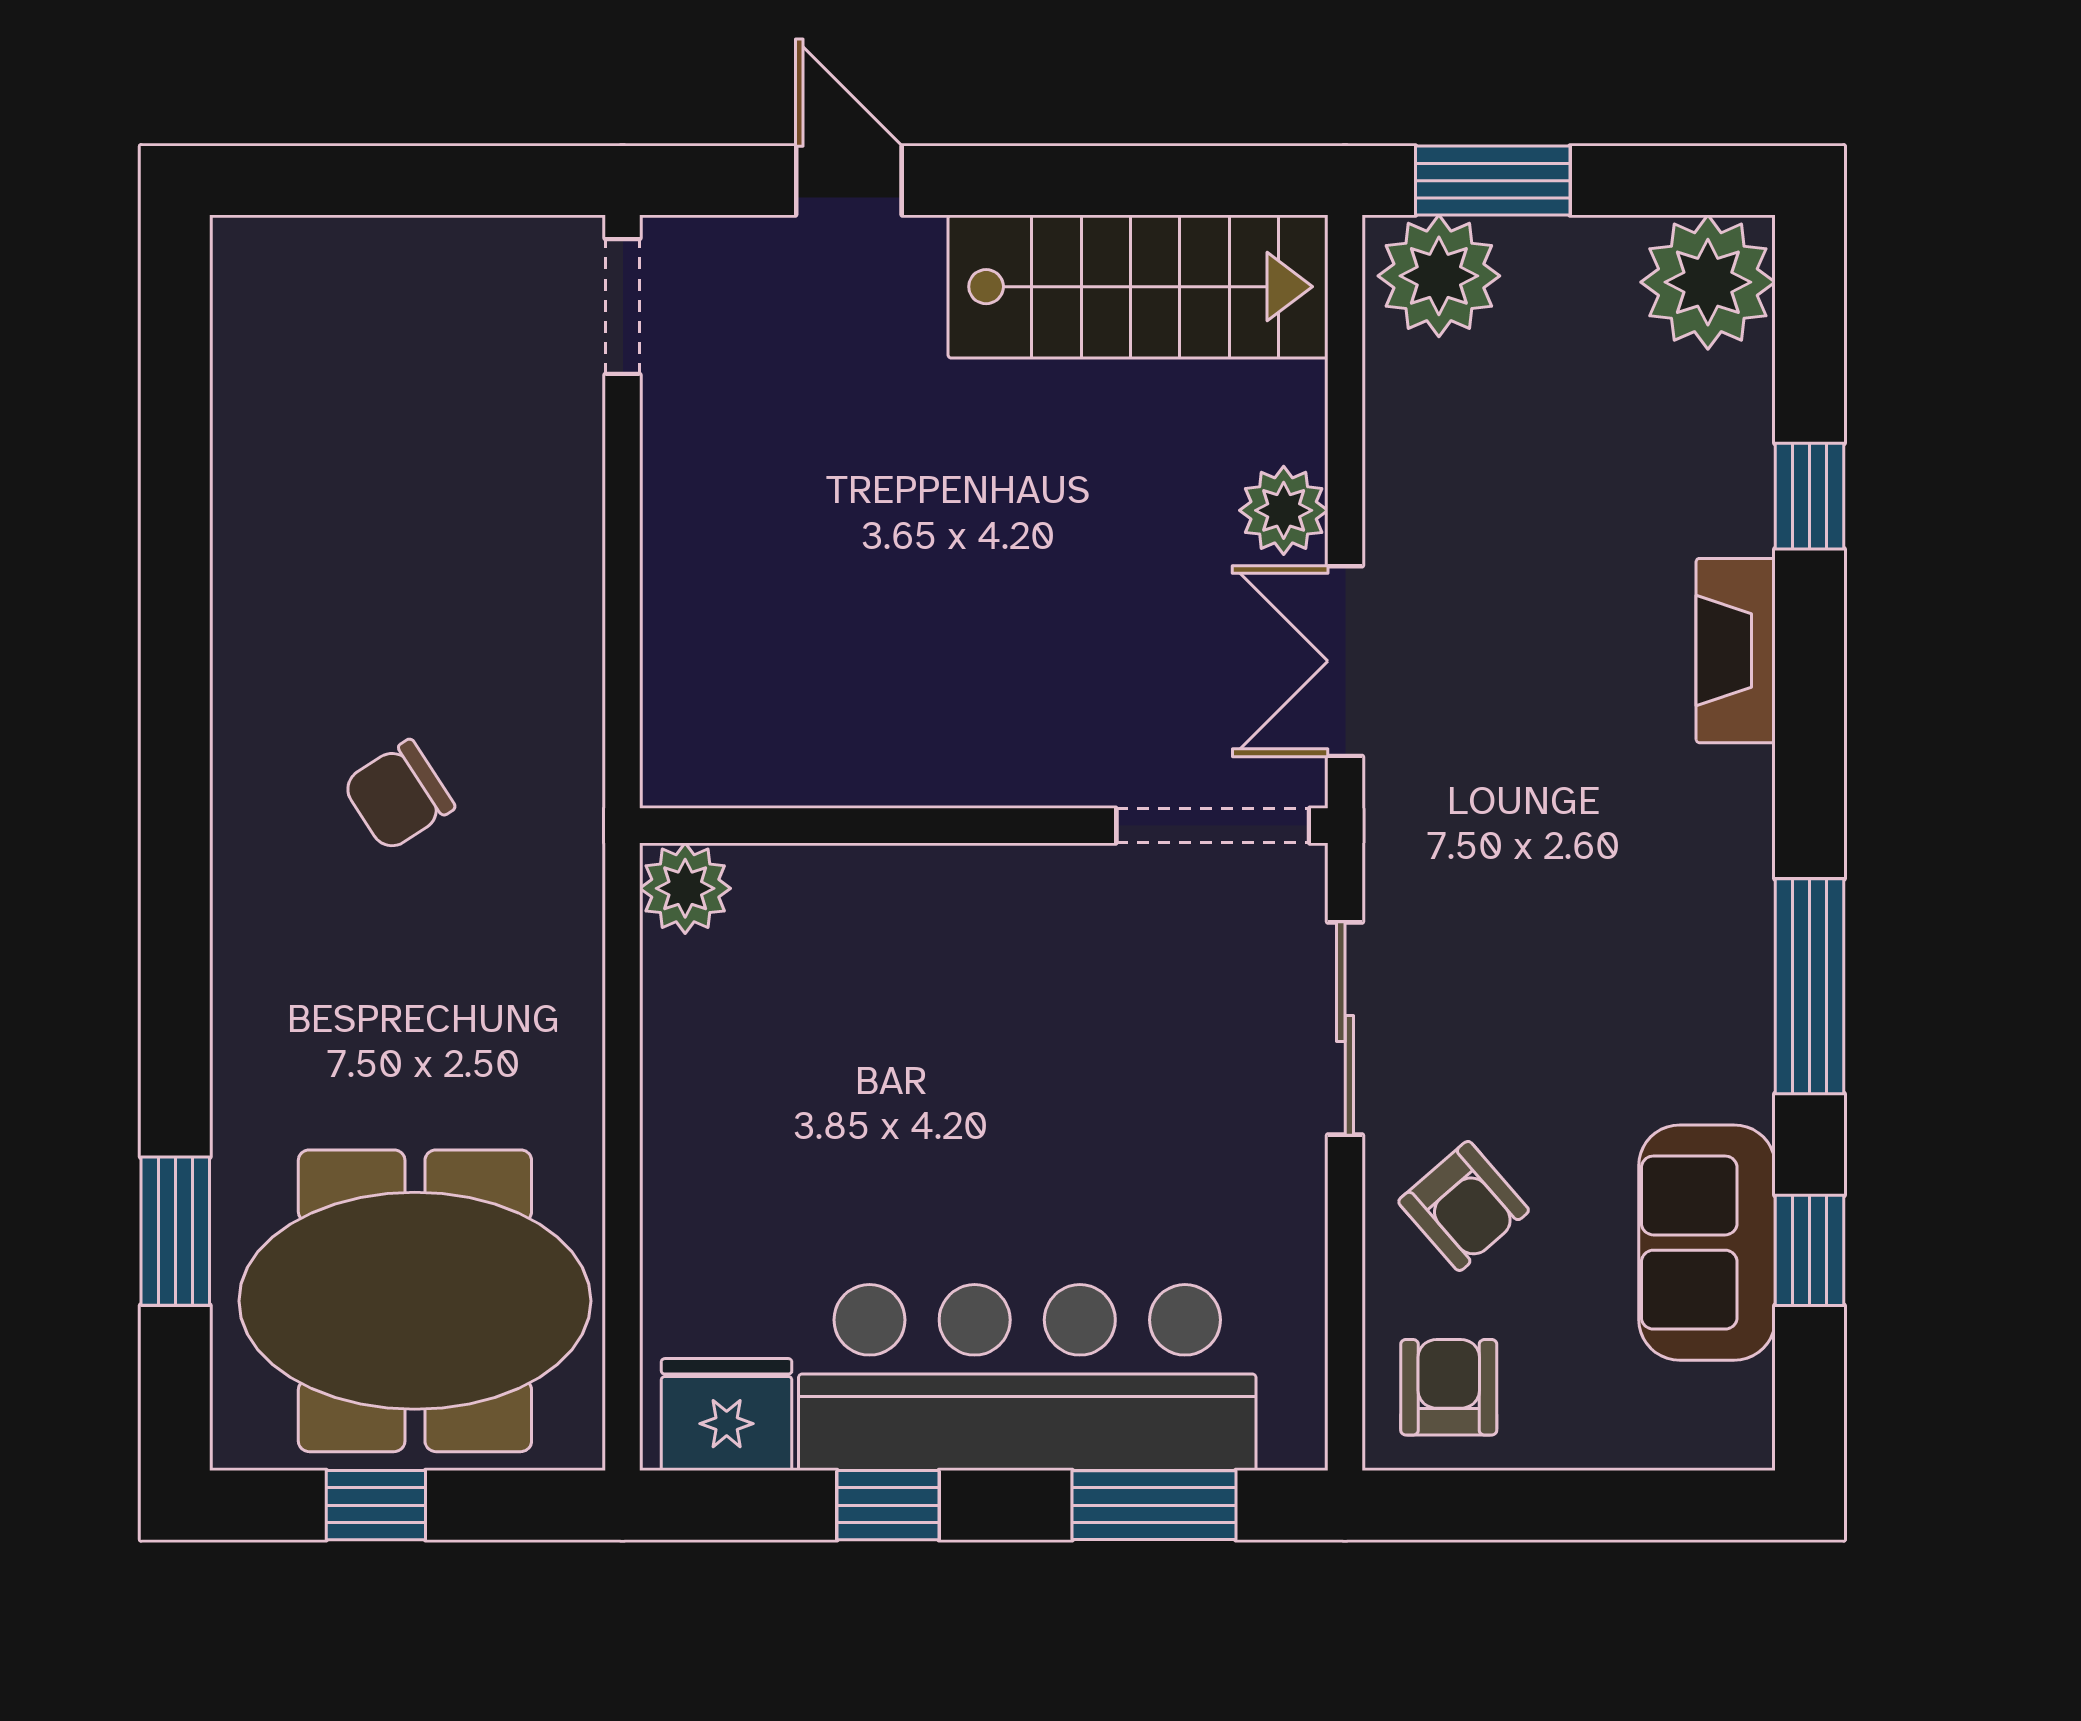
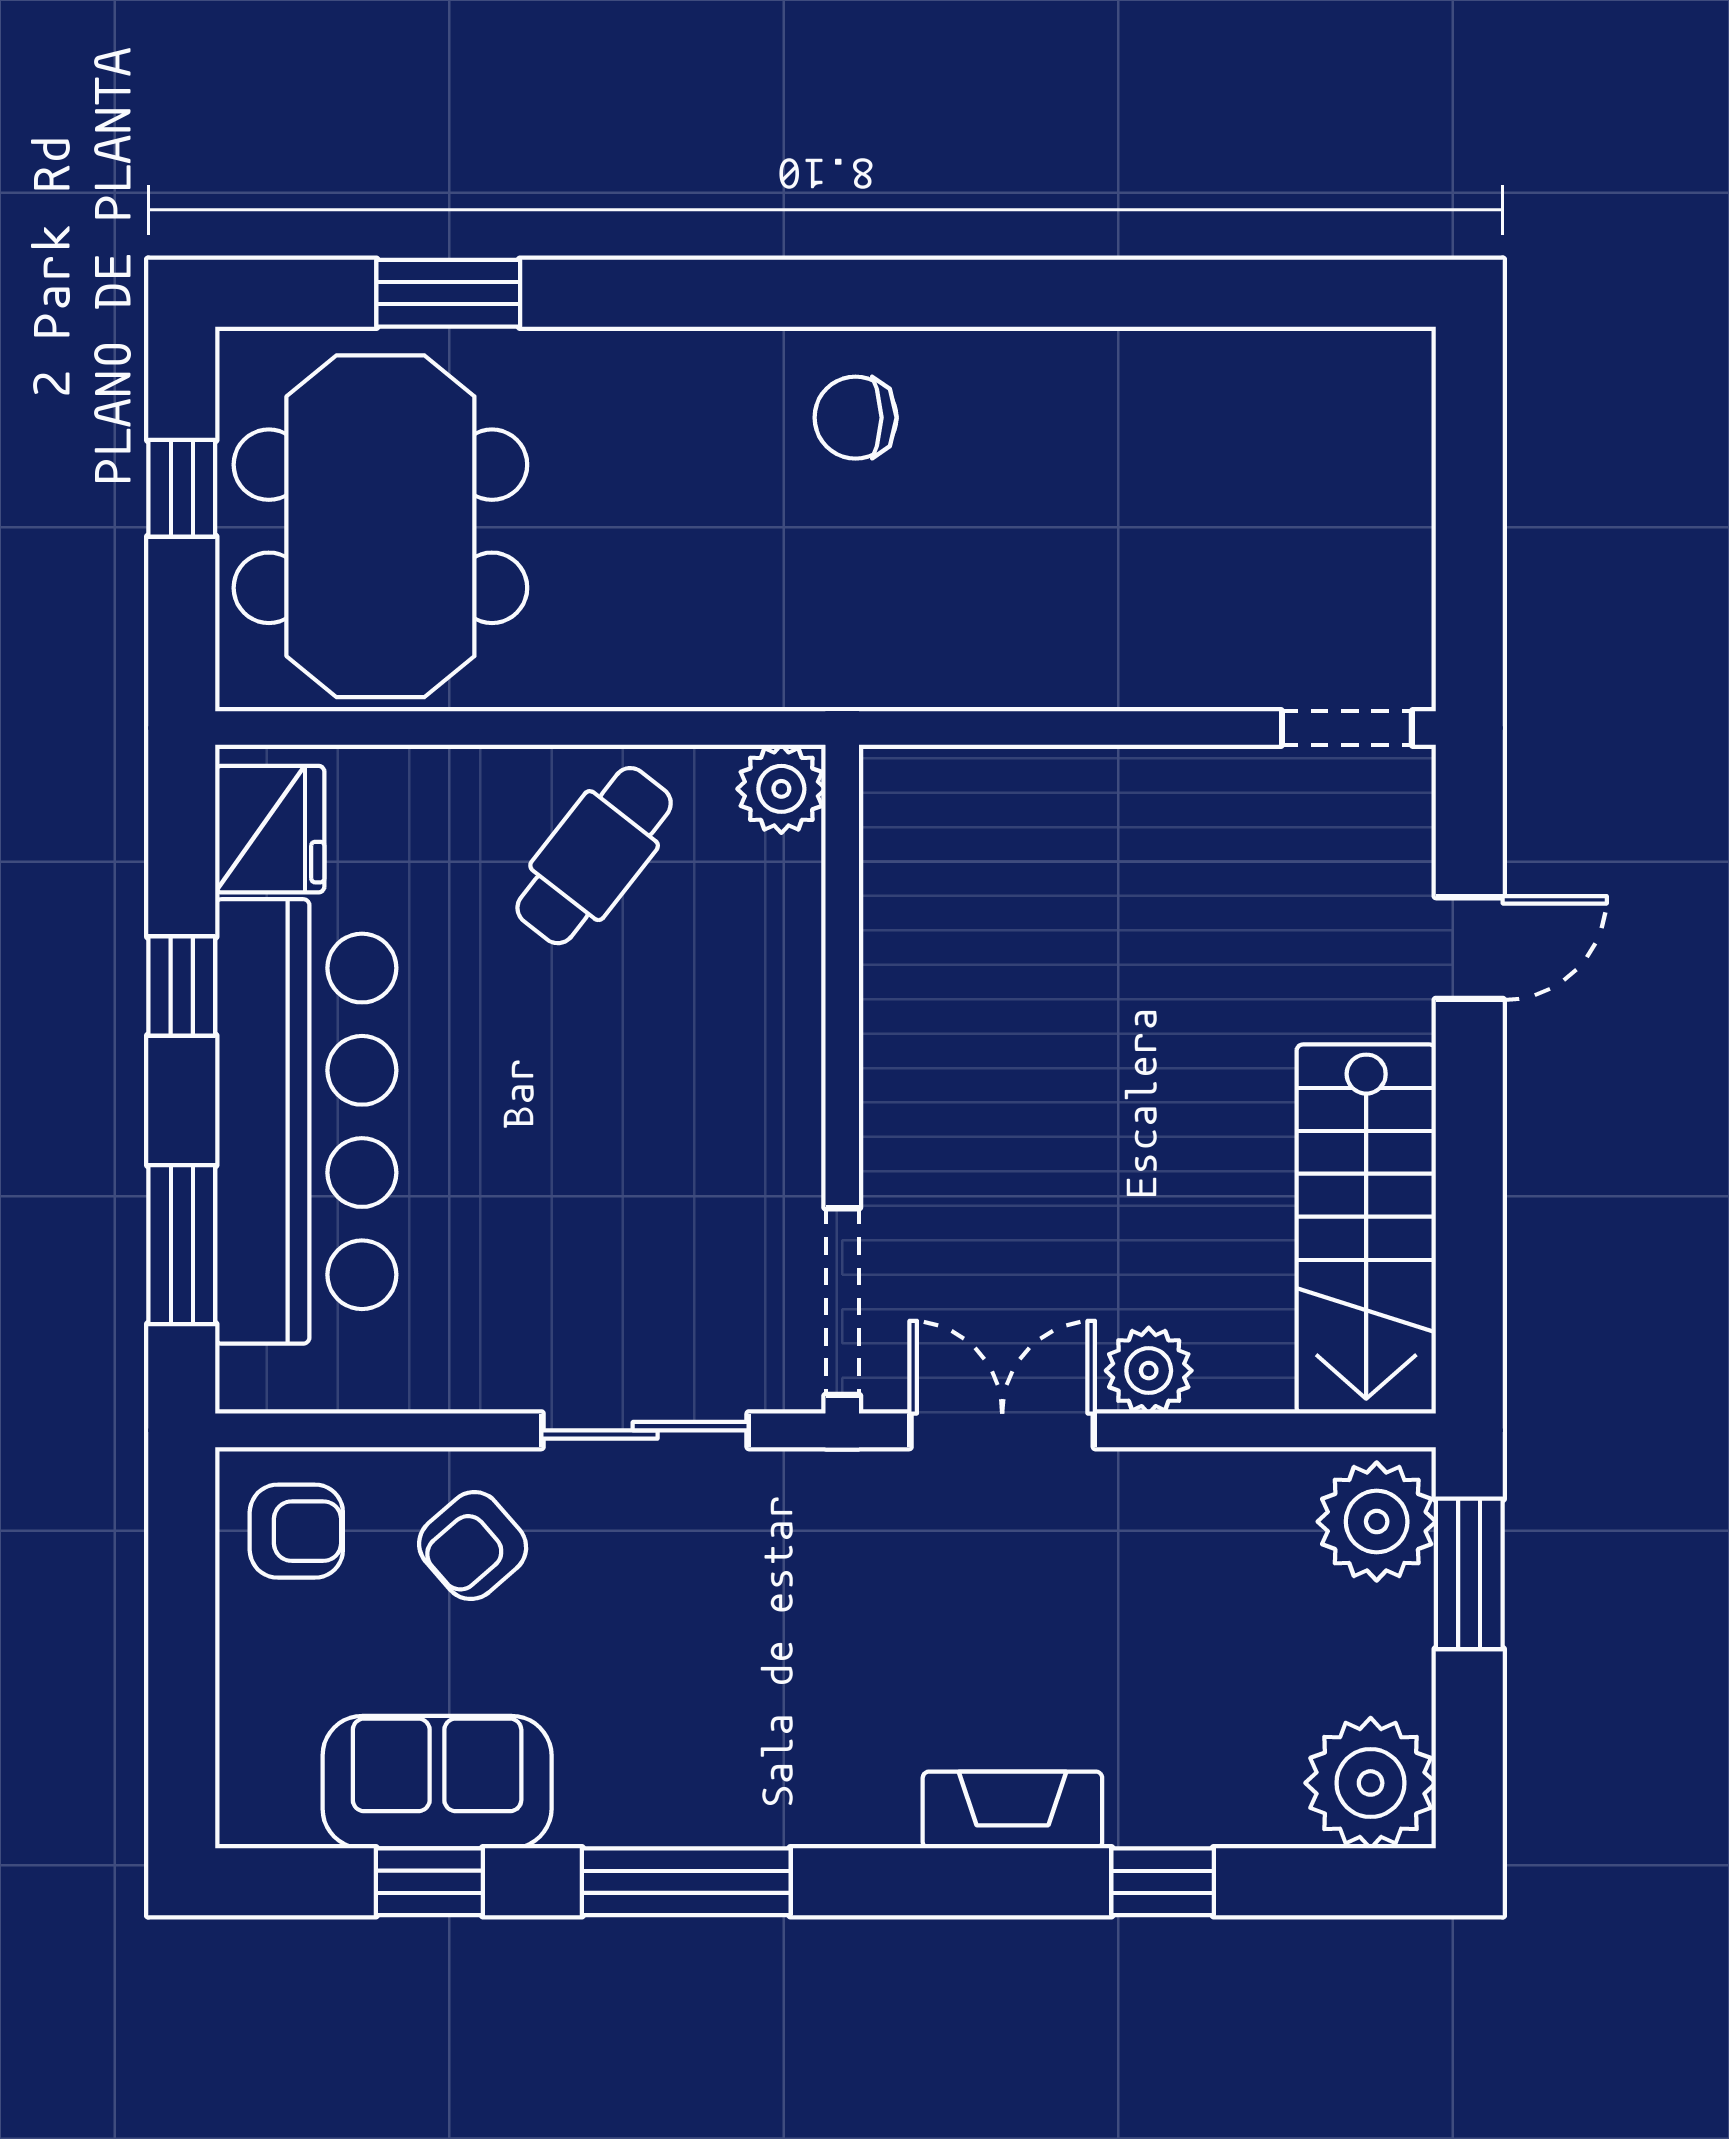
chair: (398, 795) -> (856, 418), moved, turned -57
cafe table: (754, 1081) -> (594, 856), added

